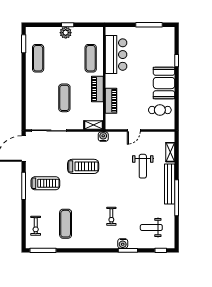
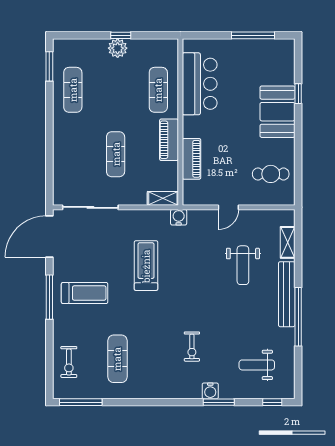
booth: (164, 83) -> (277, 112), moved
treadmill: (83, 166) -> (146, 266), turned -90

